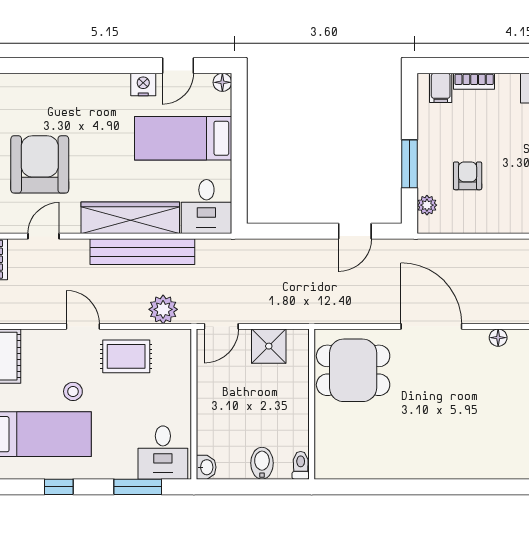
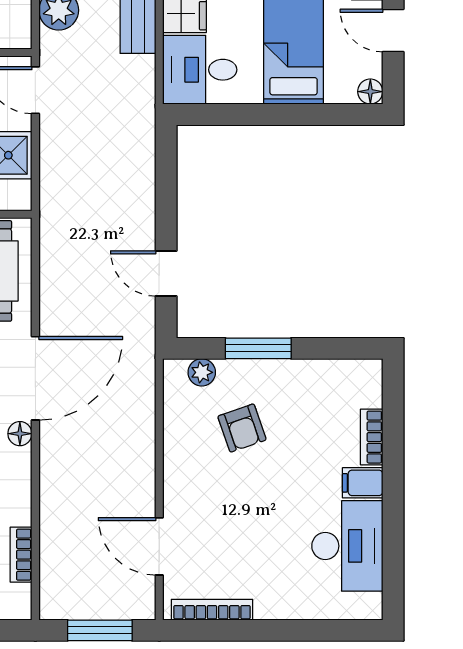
filing cabinet: (441, 88) -> (363, 483), moved
armchair: (468, 176) -> (242, 428), turned 71
floor lamp: (498, 338) -> (20, 434), moved

